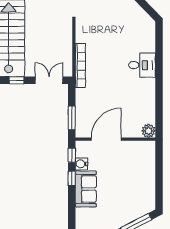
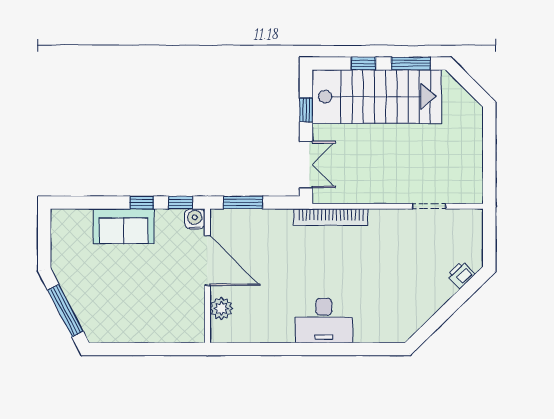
desk: (142, 65) -> (324, 321), width x1.37
plant: (149, 131) -> (221, 308), moved
water cooler: (81, 164) -> (195, 219), moved

